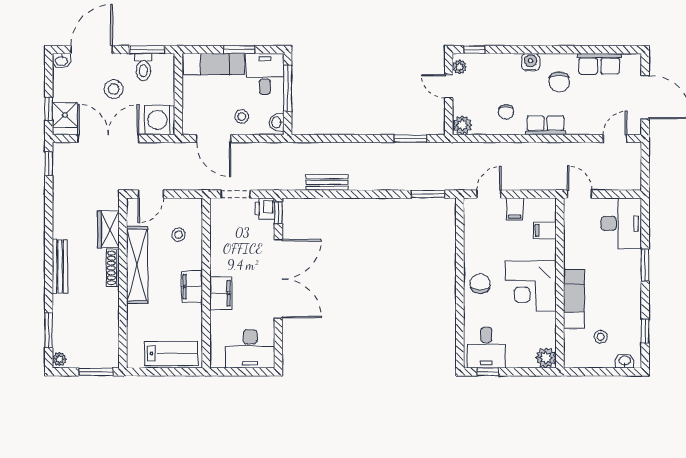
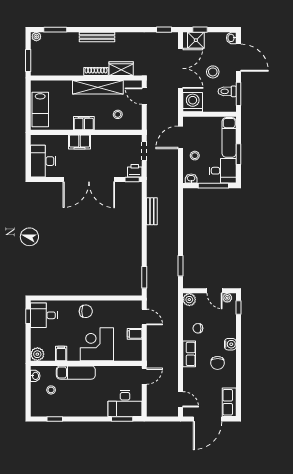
row of seats: (599, 64) -> (229, 402), moved
chair: (559, 82) -> (218, 363), turned -90
door: (449, 86) -> (215, 291), swing flipped
filing cabinet: (545, 230) -> (61, 354), moved
window: (645, 265) -> (122, 419), moved
corner desk: (531, 286) -> (97, 344), moved
washbasin: (625, 361) -> (35, 376), moved

